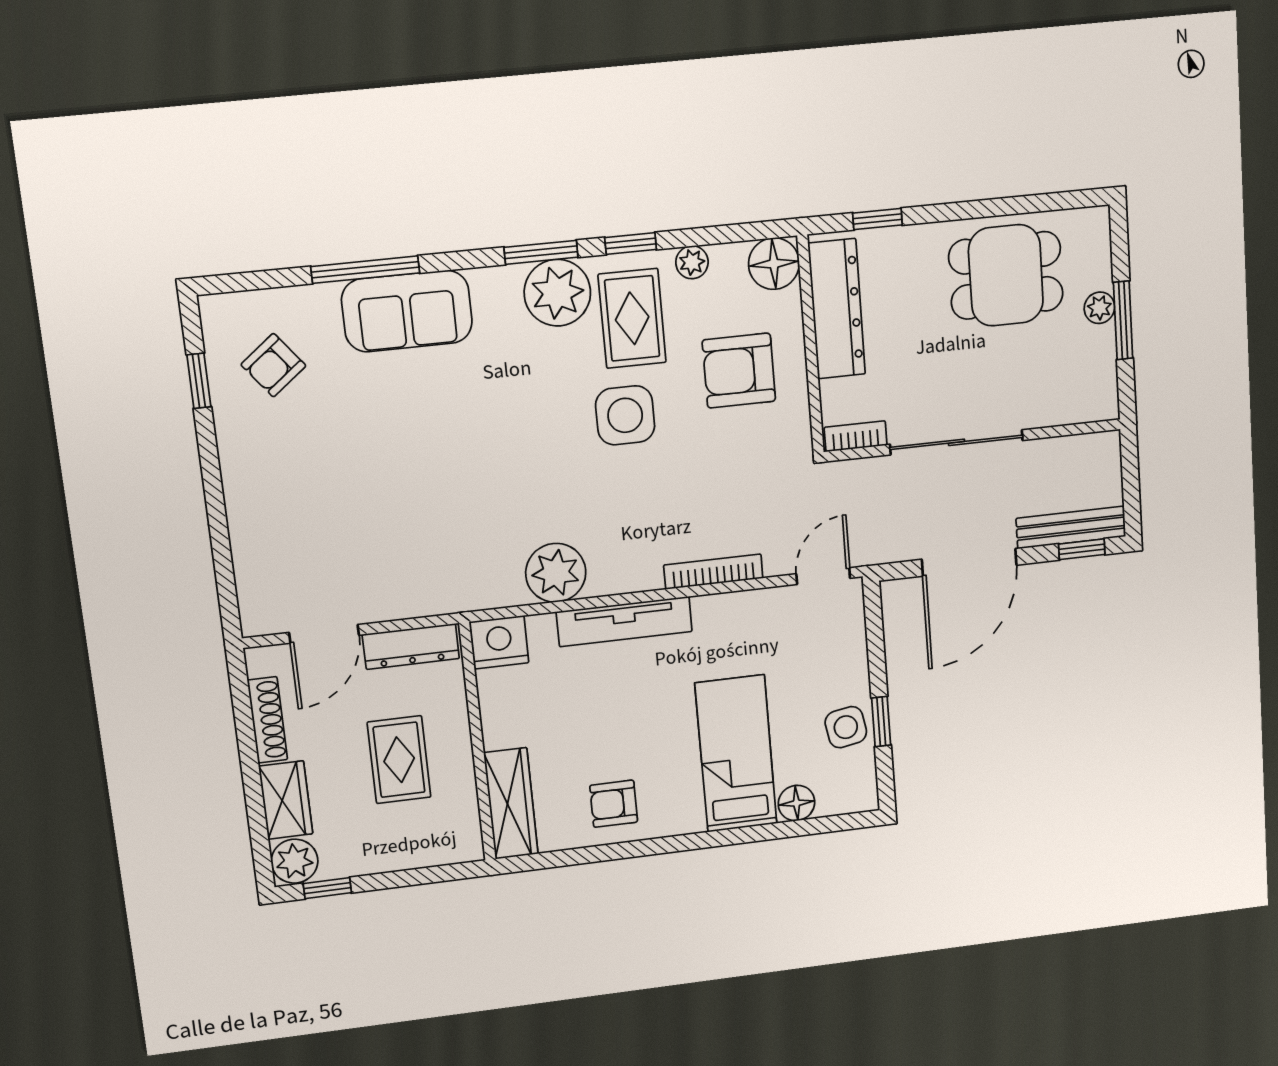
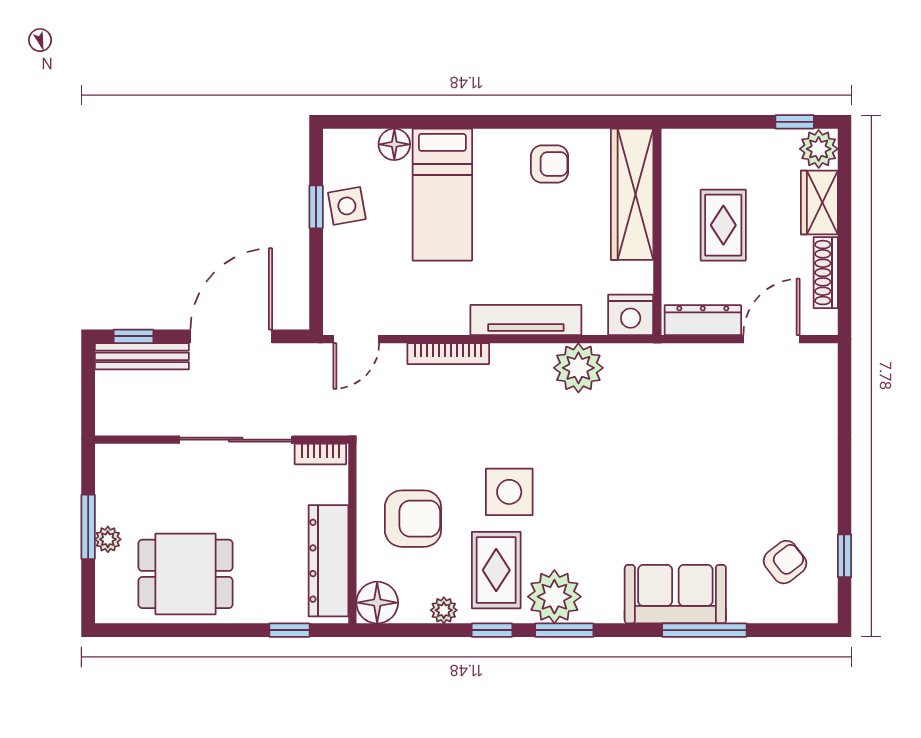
wardrobe: (511, 803) -> (632, 194), width x1.40, depth x1.17

